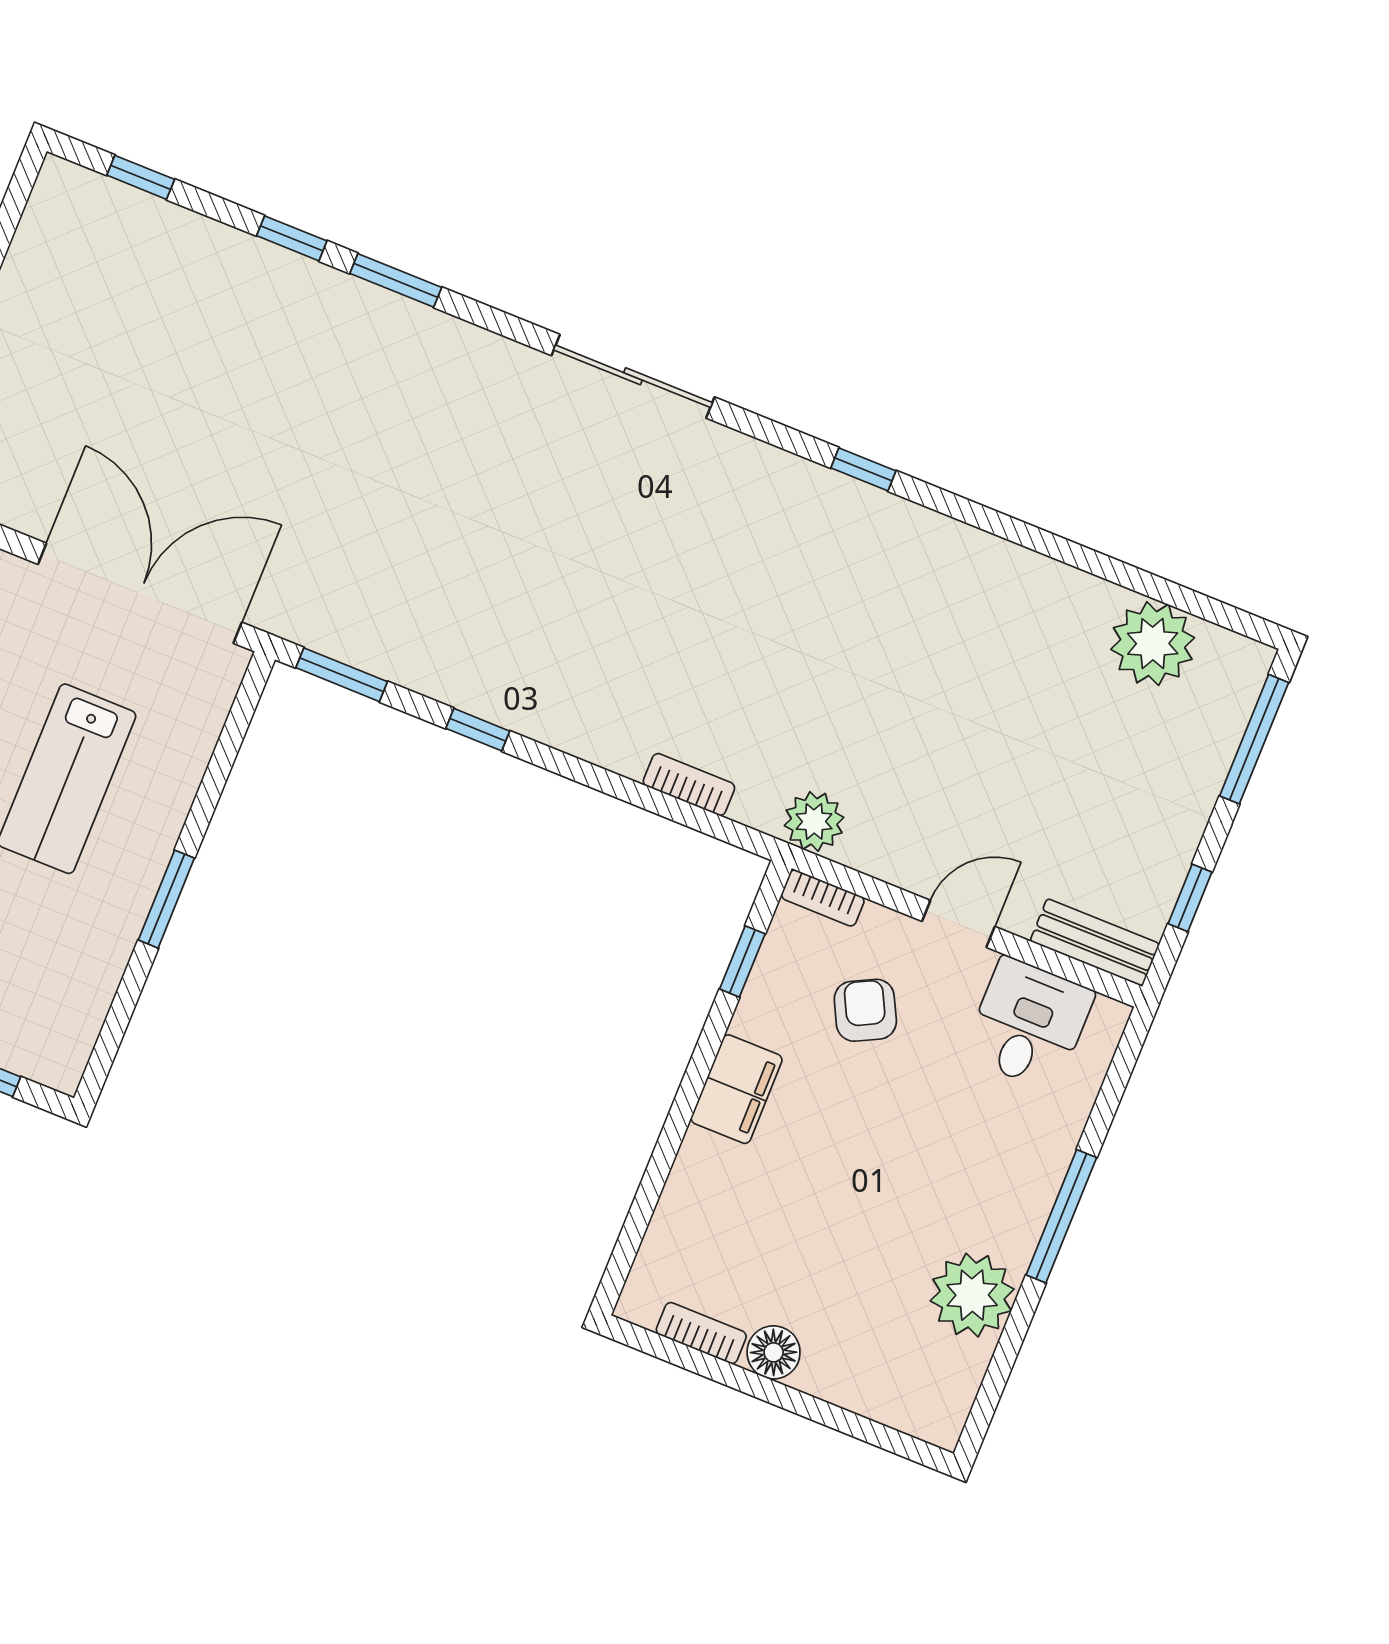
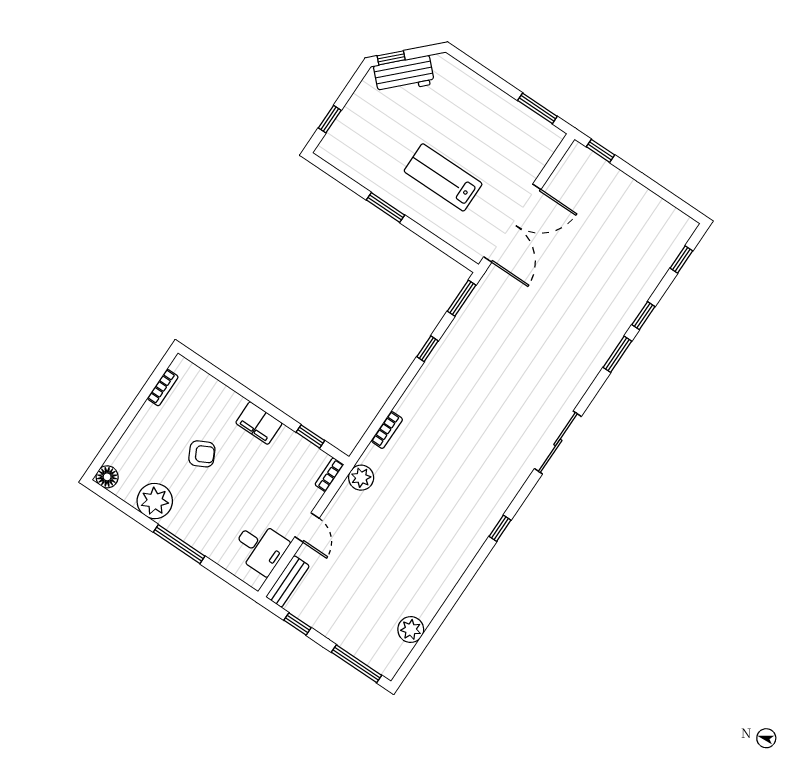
plant: (1153, 644) -> (411, 630), width x0.73, depth x0.73
armchair: (865, 1010) -> (202, 454), moved
floor lamp: (774, 1352) -> (107, 477), moved

